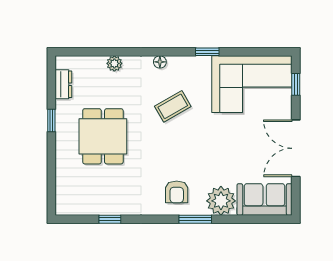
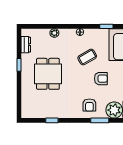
armchair: (197, 145) -> (101, 79), added

